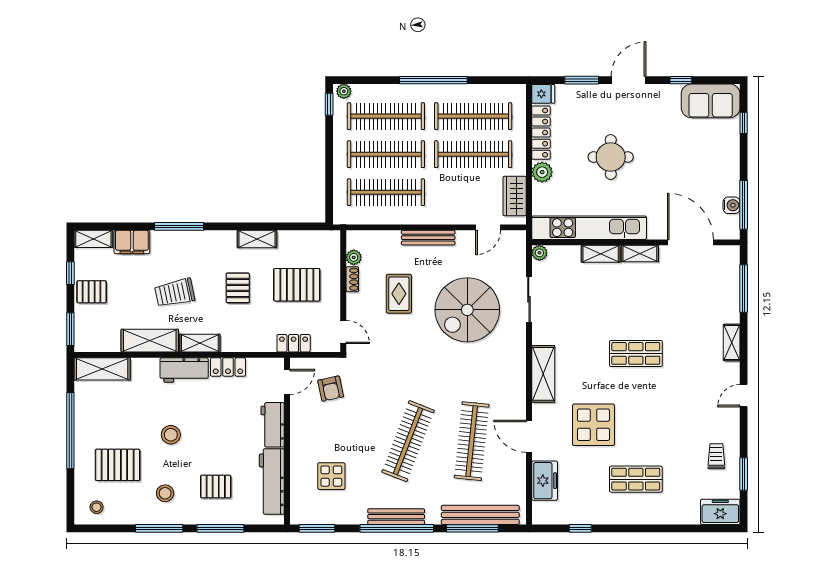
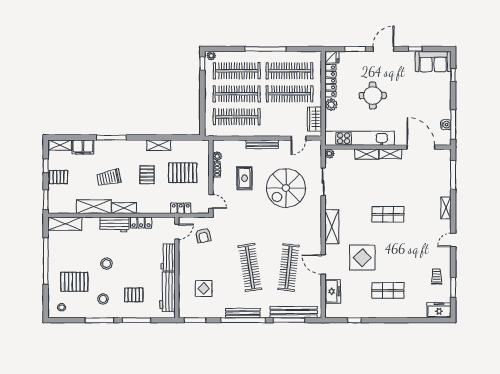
clothes rail: (408, 441) -> (250, 267), turned -30

